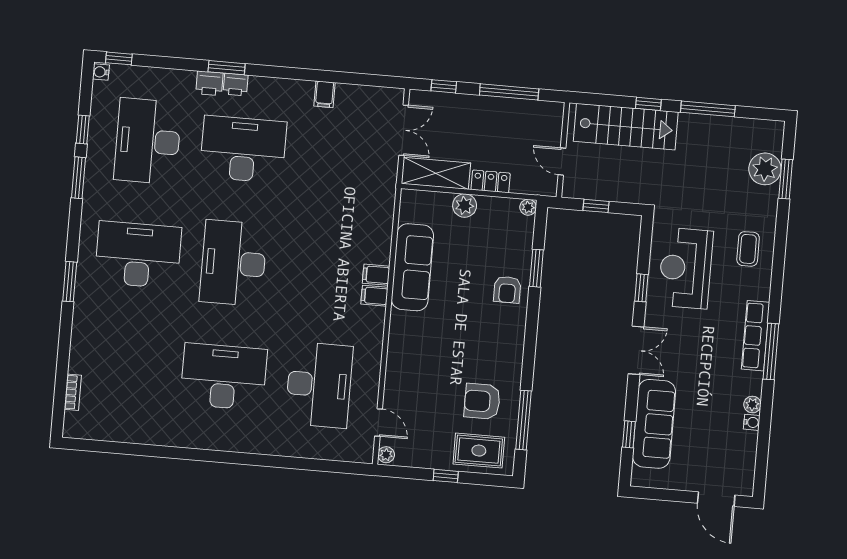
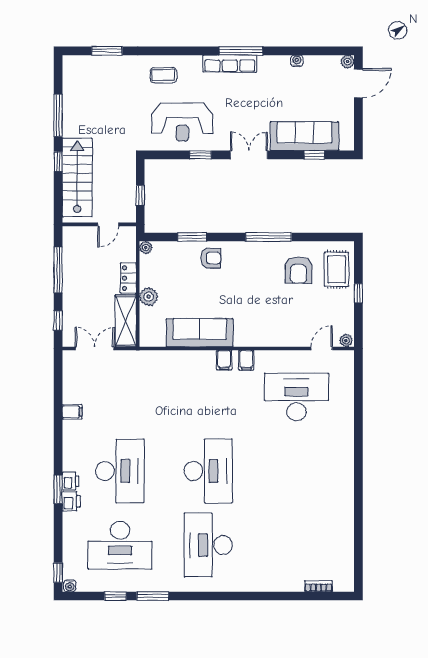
desk: (243, 149) -> (120, 471), turned 180
plant: (765, 169) -> (101, 67), removed
desk: (233, 263) -> (208, 471), turned -90
filing cabinet: (376, 275) -> (246, 360), moved
window: (70, 282) -> (233, 596), removed
desk: (224, 377) -> (297, 471), removed
plant: (752, 405) -> (348, 62), moved
window: (523, 420) -> (269, 237), moved

